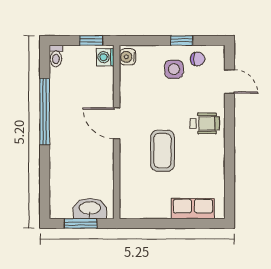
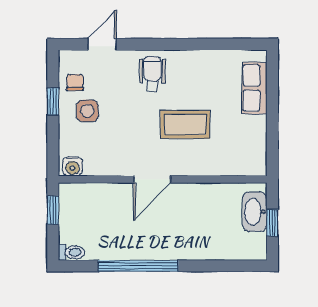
washing machine: (105, 57) -> (73, 193), removed
window: (81, 223) -> (272, 223), width x0.67

